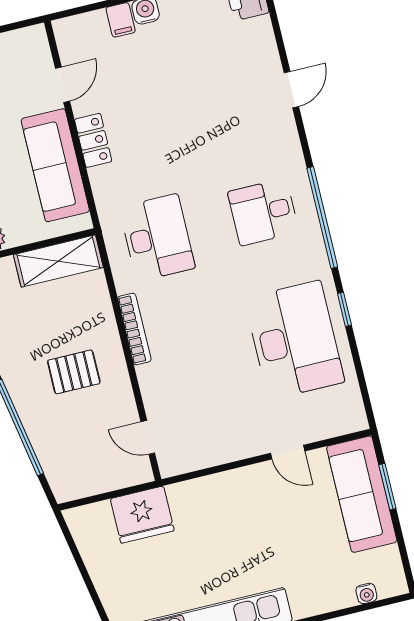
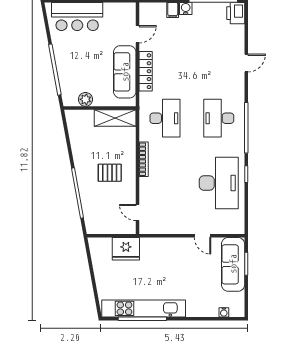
locker: (93, 140) -> (146, 71), width x1.53
desk: (263, 212) -> (219, 118), width x1.37

